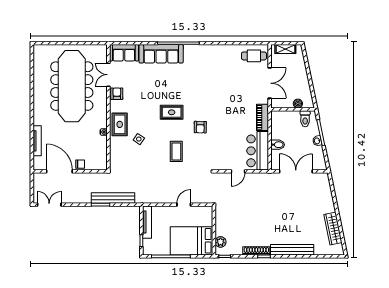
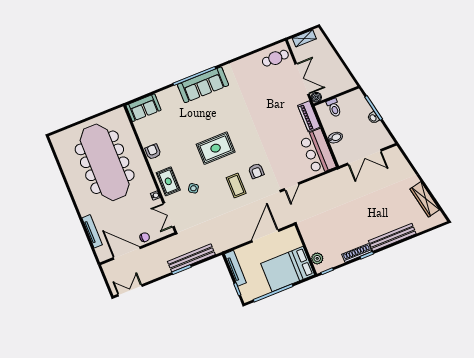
sofa: (161, 54) -> (203, 85), moved
double door: (108, 75) -> (169, 215), moved
boiler: (298, 104) -> (316, 97), moved
rug: (172, 112) -> (216, 148), width x1.36, depth x1.43
toilet: (305, 119) -> (334, 108), moved
armchair: (200, 127) -> (256, 171), moved
door: (238, 171) -> (292, 187), moved
double door: (296, 171) -> (364, 157), swing flipped
door: (184, 205) -> (265, 236), width x1.88

